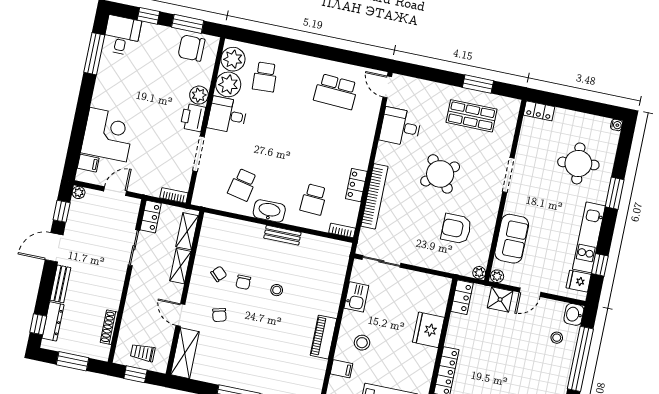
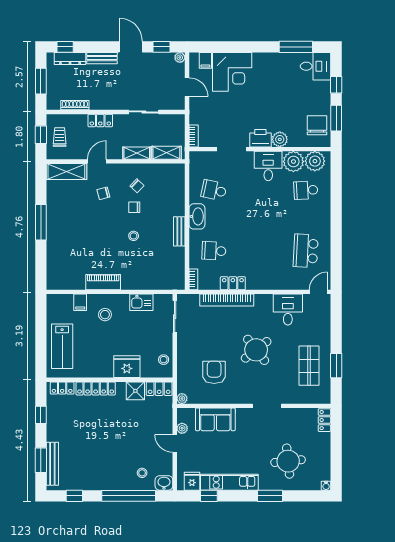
locker: (151, 217) -> (100, 120), moved
plant: (497, 276) -> (182, 428), moved
stool: (429, 285) -> (164, 360), added
shower: (500, 300) -> (135, 391), moved

